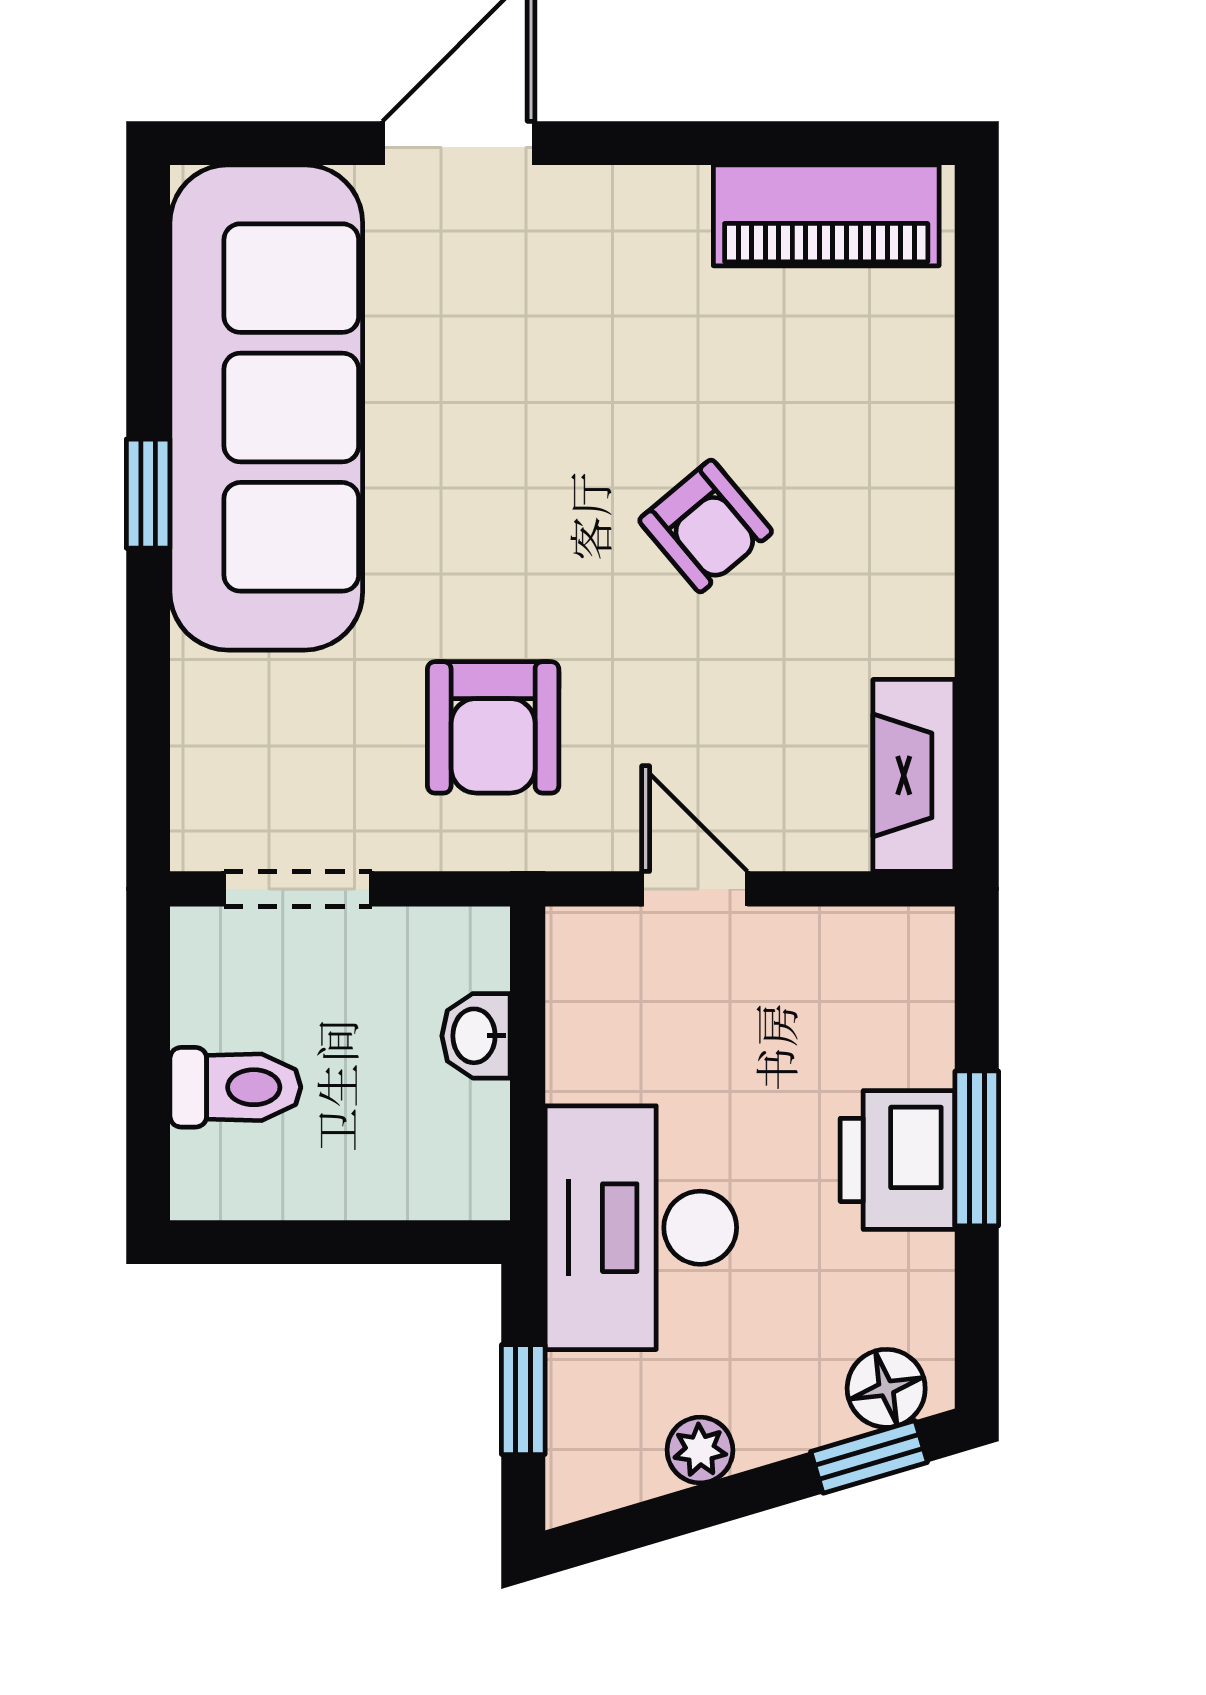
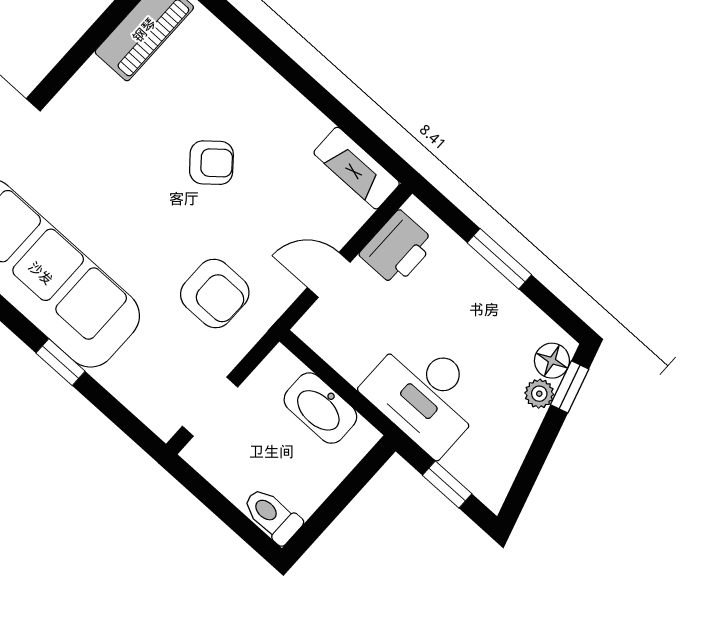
window: (148, 494) -> (61, 362), moved
washbasin: (476, 1036) -> (320, 408), width x1.91, depth x1.45
toilet: (235, 1087) -> (272, 515), moved, turned -90
printer: (898, 1160) -> (397, 249), moved, turned -90
plant: (700, 1450) -> (539, 394), moved

